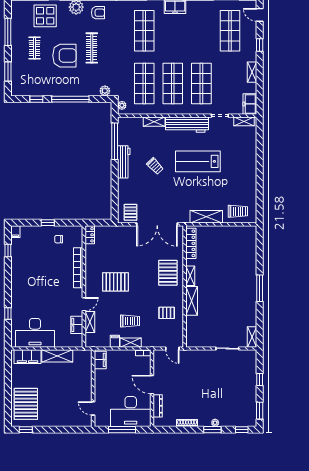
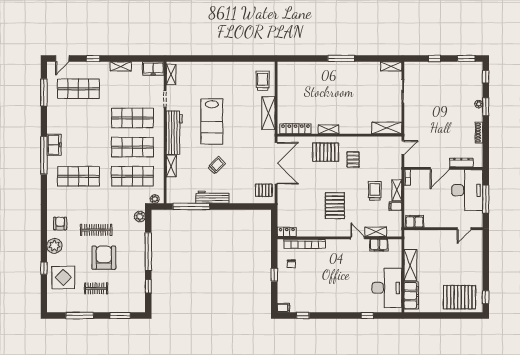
bookcase: (78, 268) -> (305, 244), moved
shelving: (192, 301) -> (387, 128), moved
pallet: (167, 313) -> (353, 160), moved

